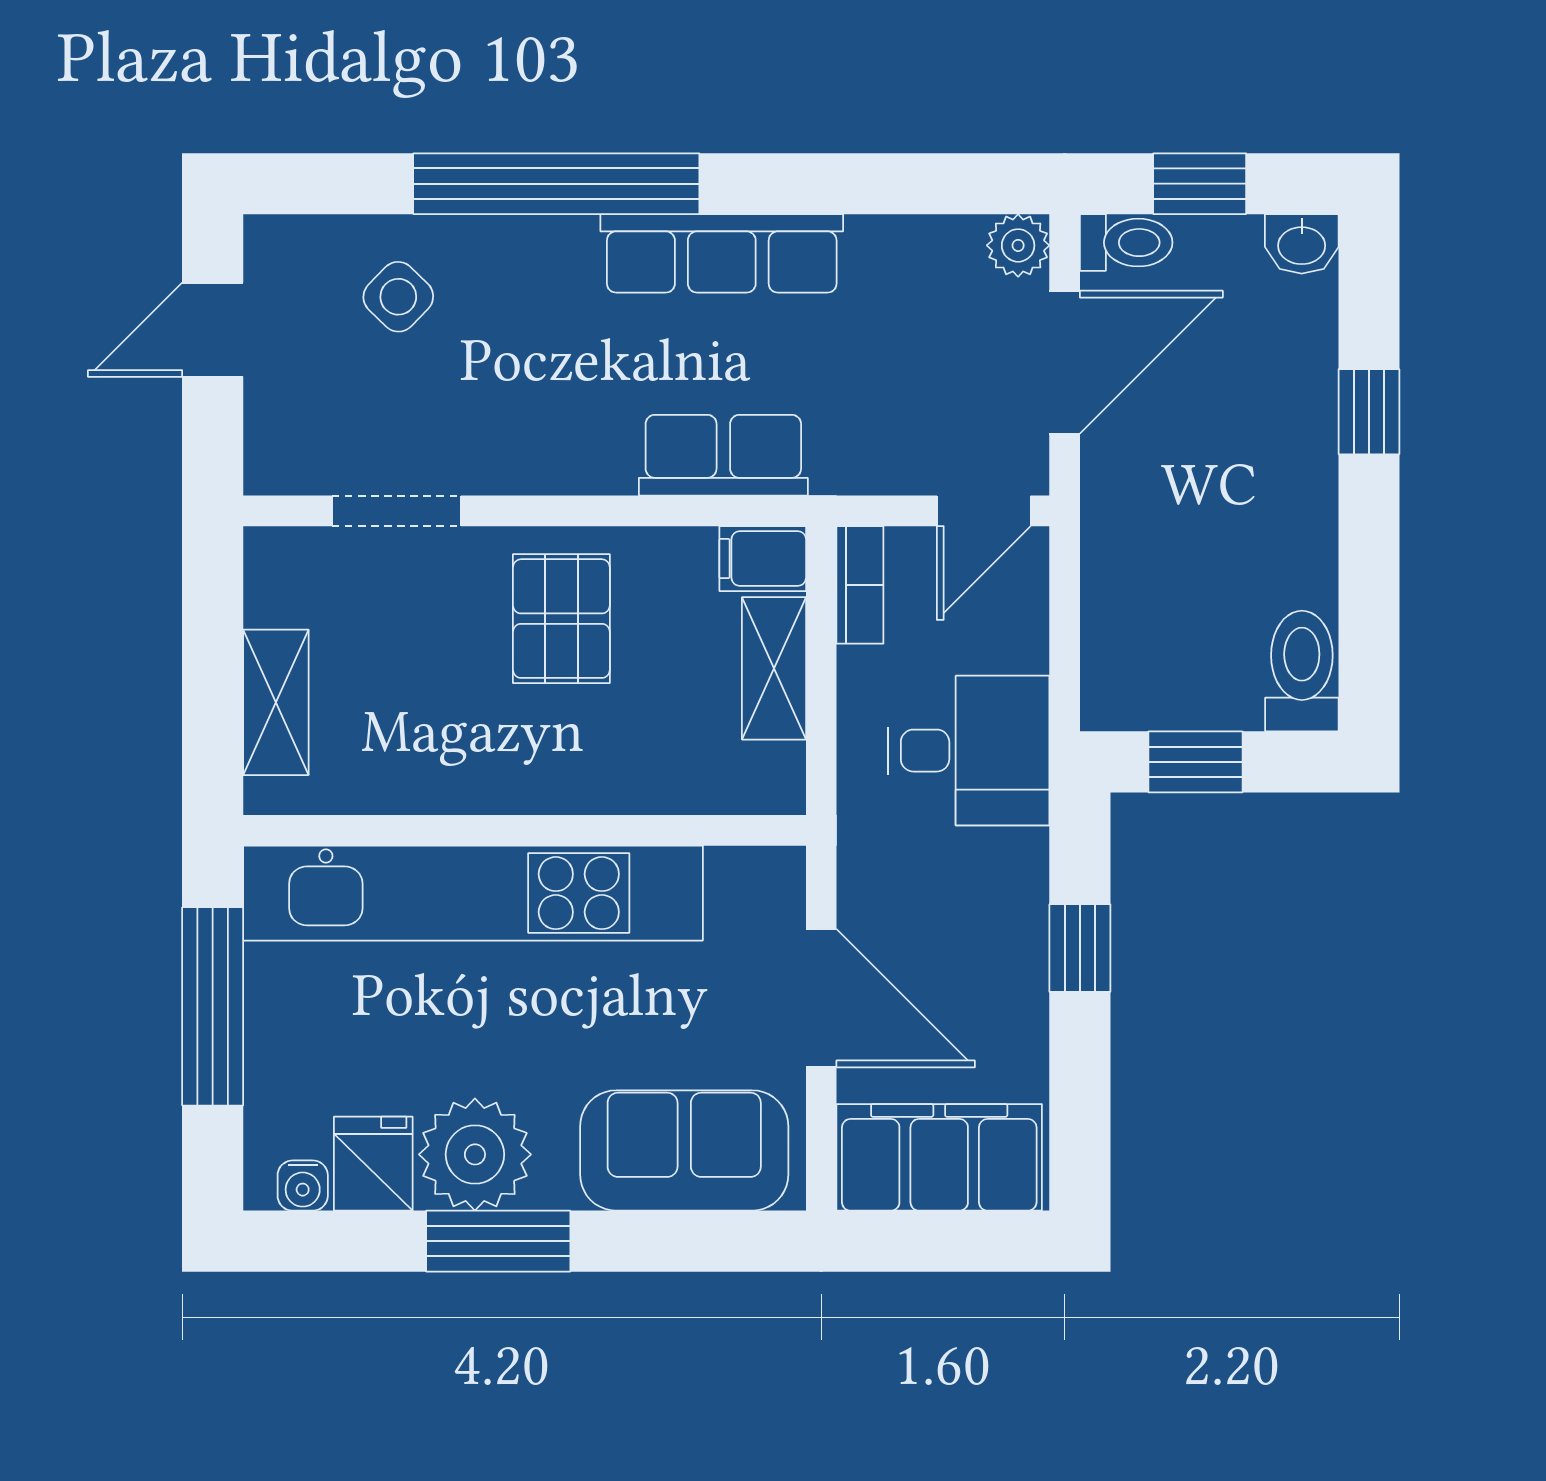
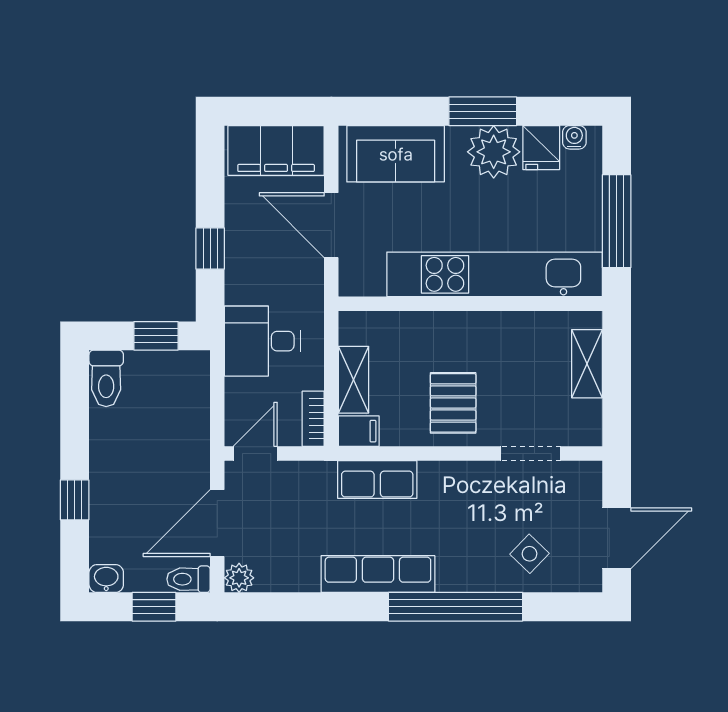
door: (213, 330) -> (617, 538), width x1.38

